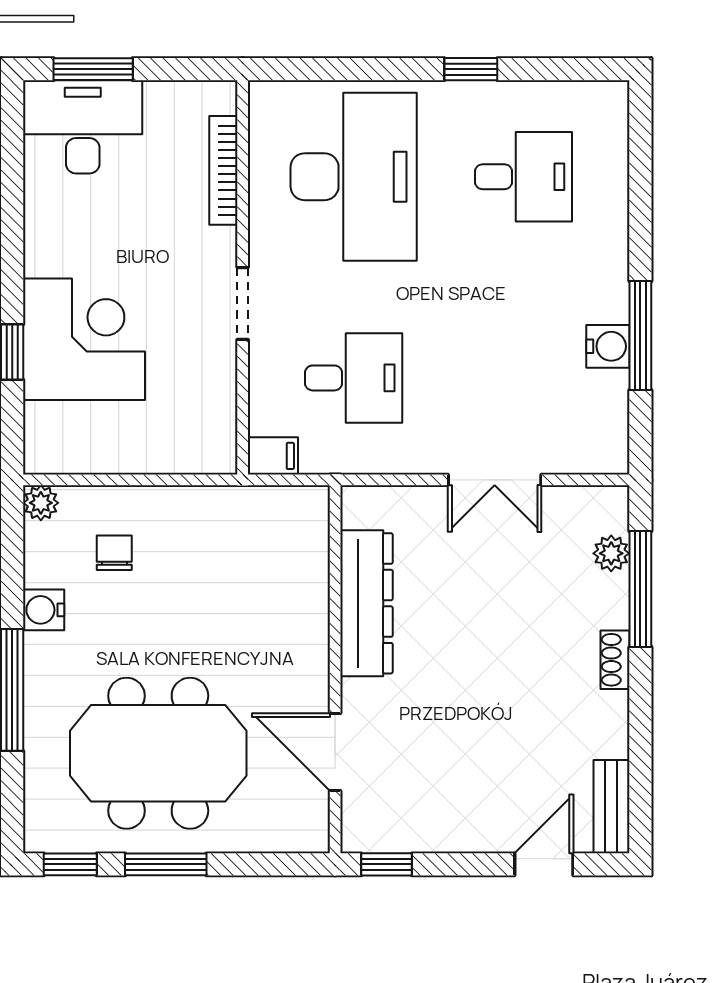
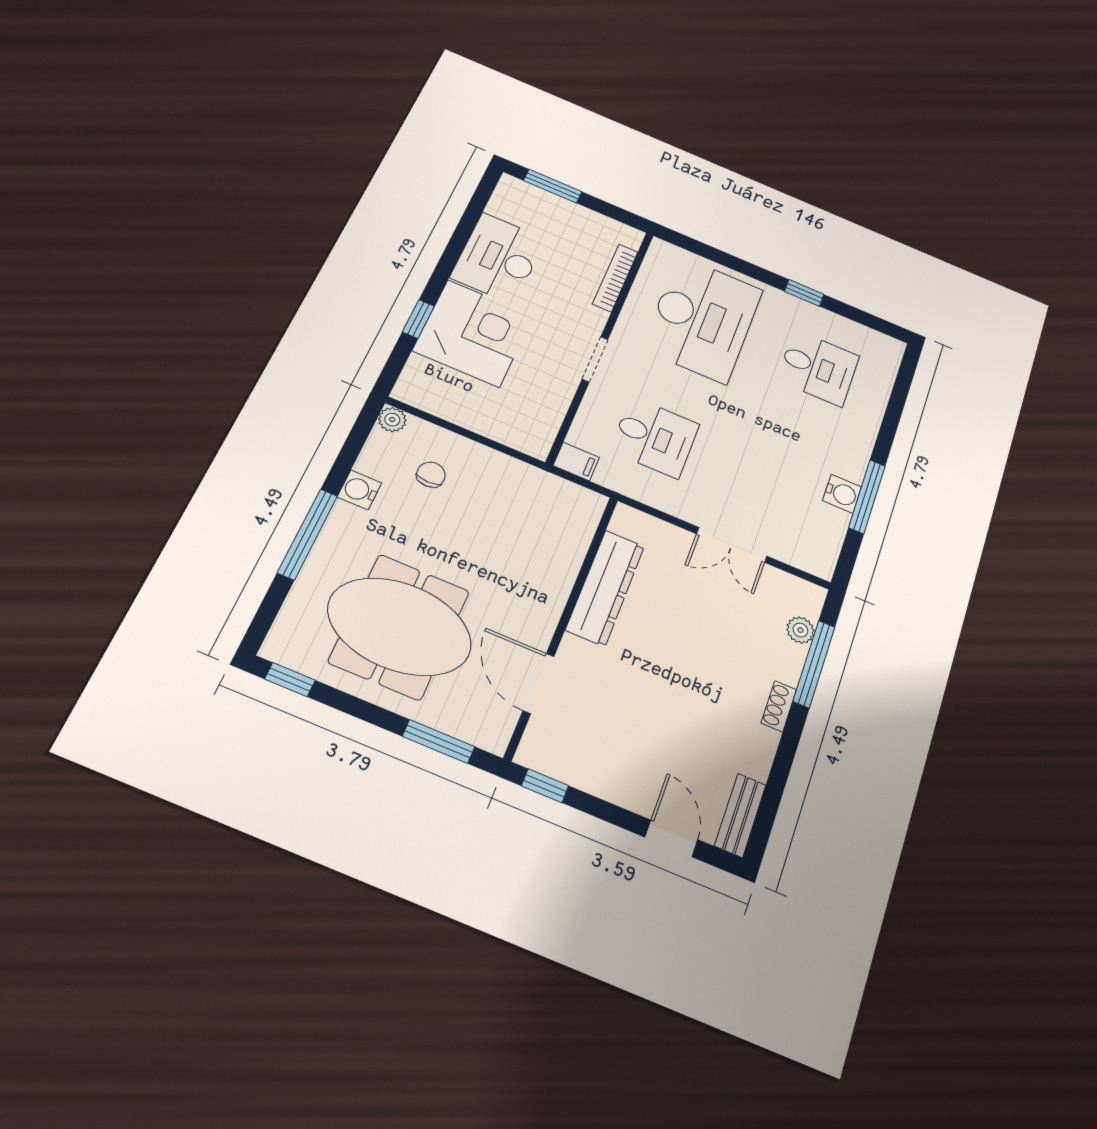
desk: (83, 127) -> (498, 258), moved, turned -90
window: (166, 864) -> (439, 741), moved
door: (544, 864) -> (671, 838), hinge flipped

